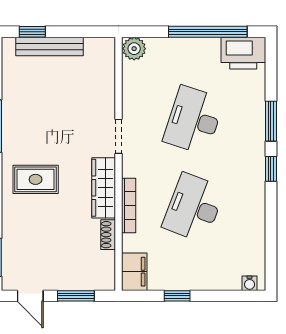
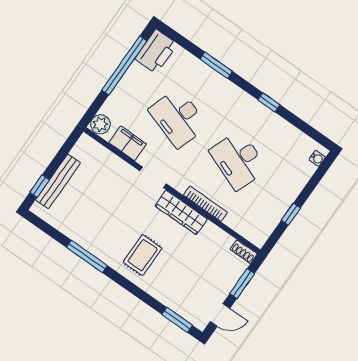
window: (271, 169) -> (269, 102), moved
shoe rack: (108, 235) -> (244, 252), moved
filing cabinet: (134, 272) -> (128, 143), moved

